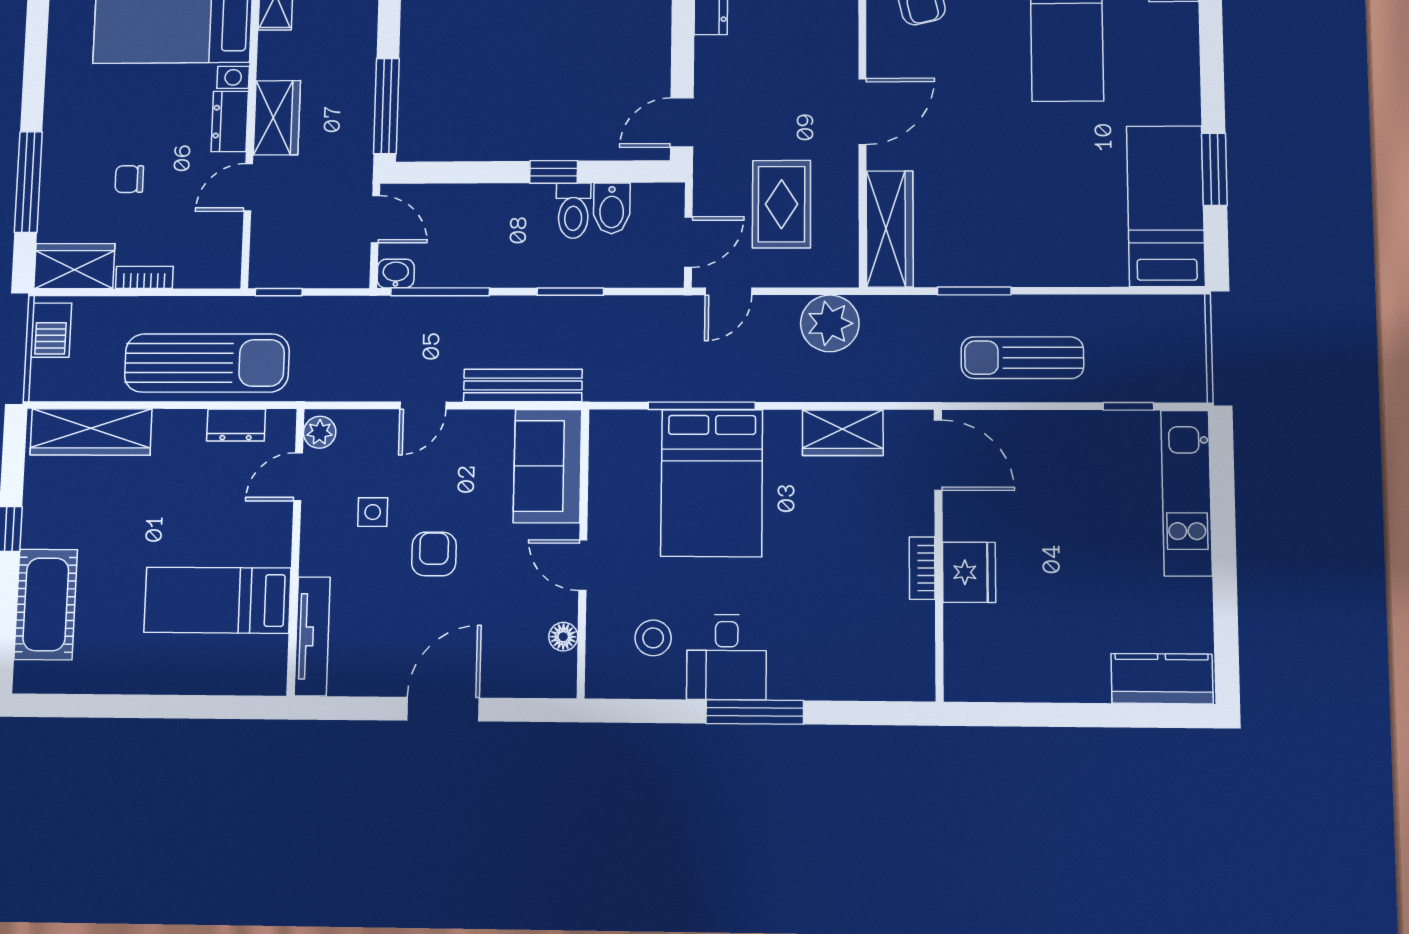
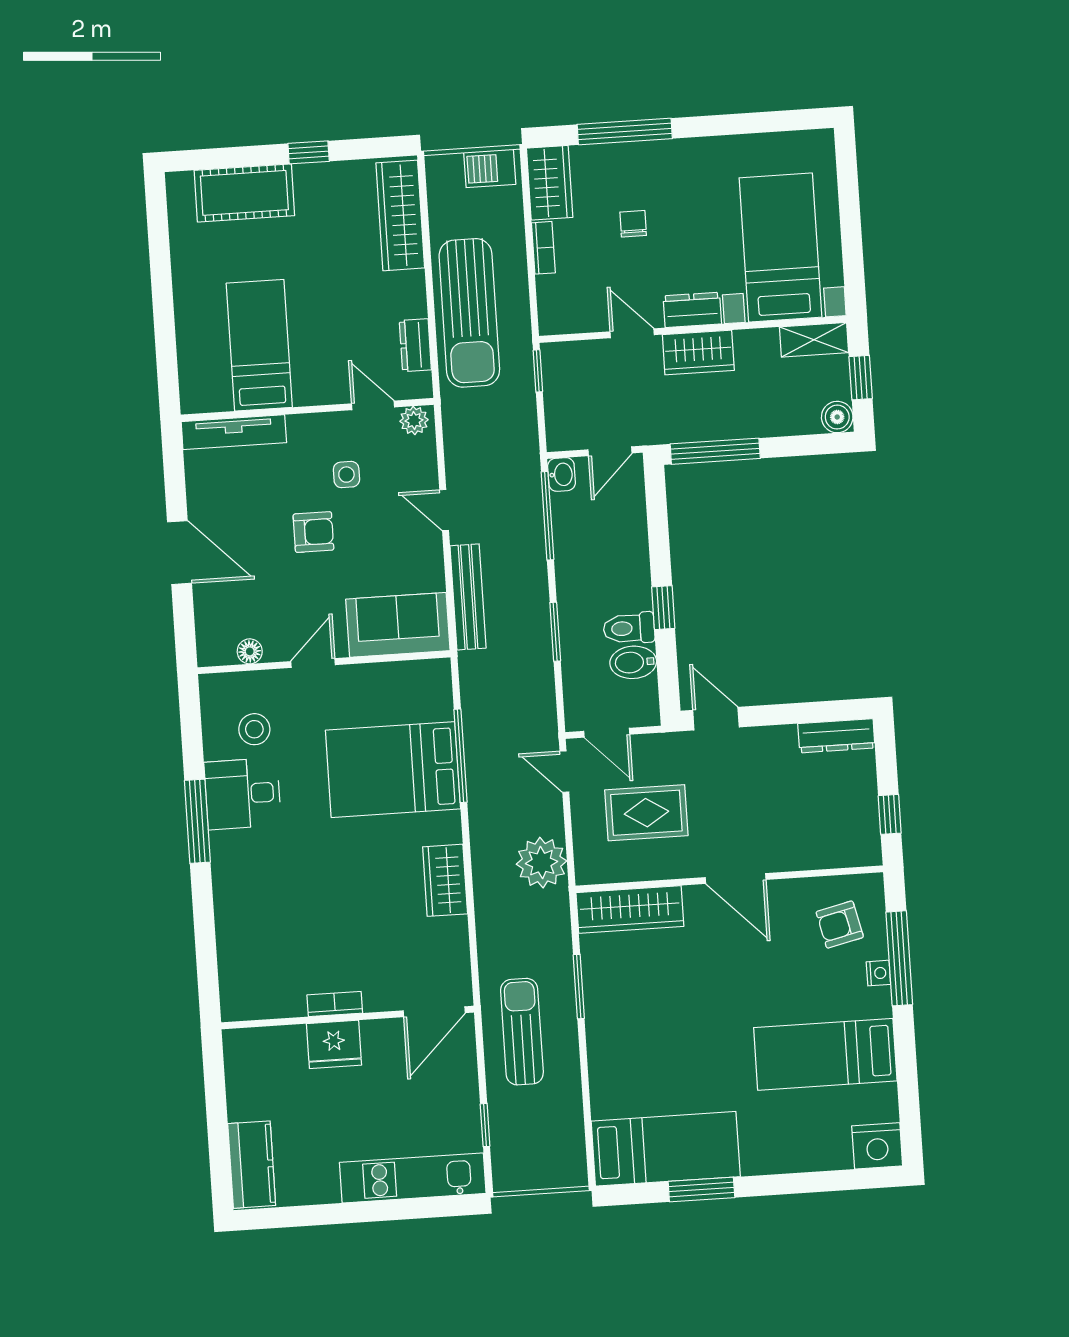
door: (938, 455) -> (434, 1012), moved
wall: (939, 554) -> (348, 1017), moved
bookcase: (922, 568) -> (335, 1004), moved
fridge: (969, 572) -> (334, 1044), moved

